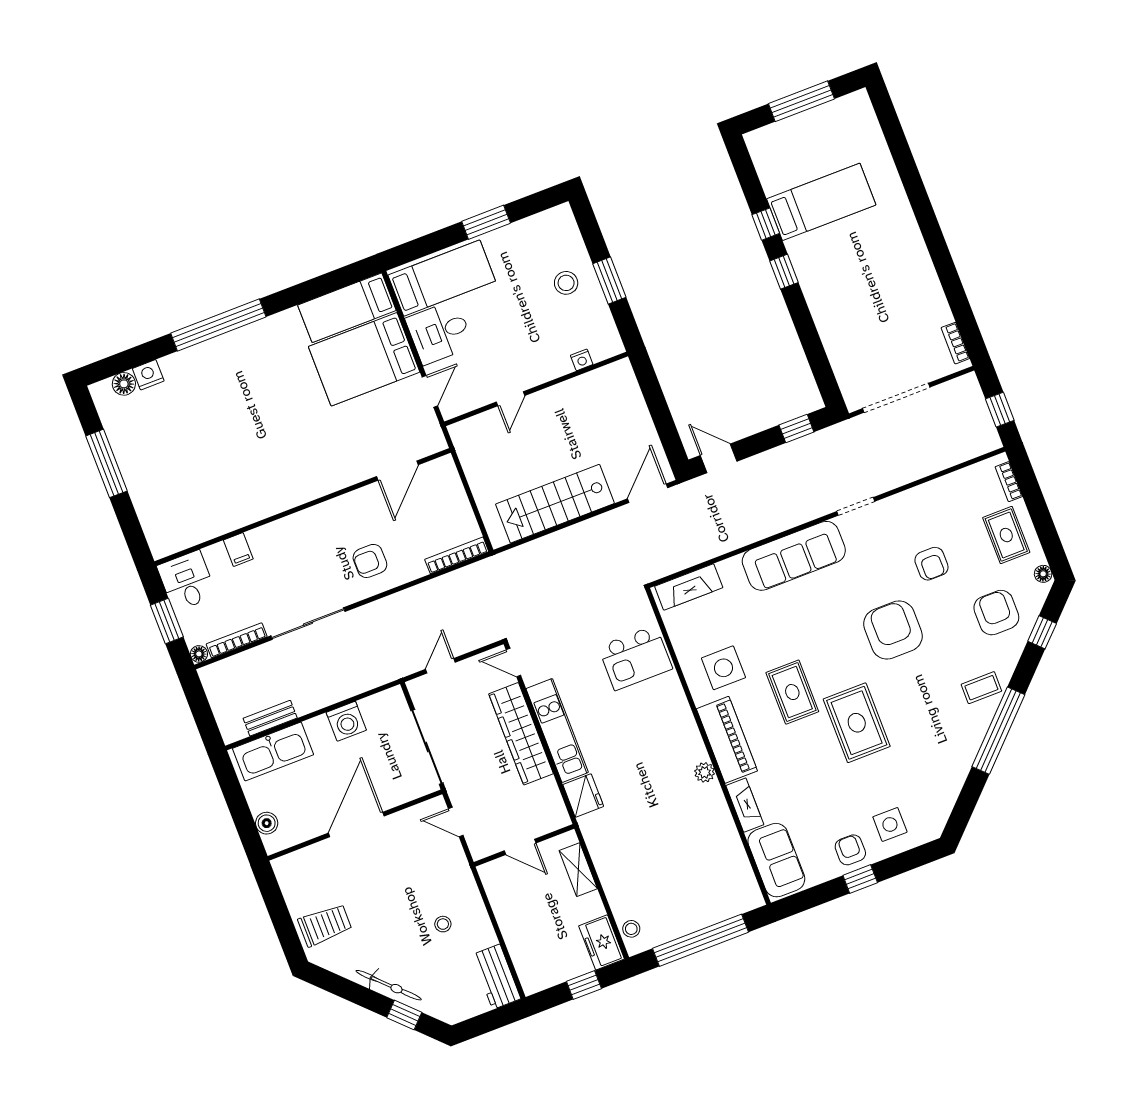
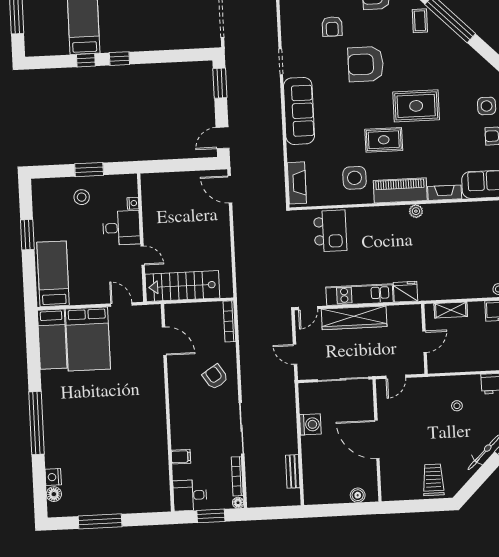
desk: (440, 332) -> (121, 228), moved, turned -90
window: (796, 428) -> (220, 83), width x1.50
stairs: (555, 504) -> (182, 286), moved, turned 90
armchair: (370, 561) -> (215, 377), turned 147
armchair: (931, 564) -> (332, 26), turned 90
kitchen sink: (273, 751) -> (314, 476), removed

